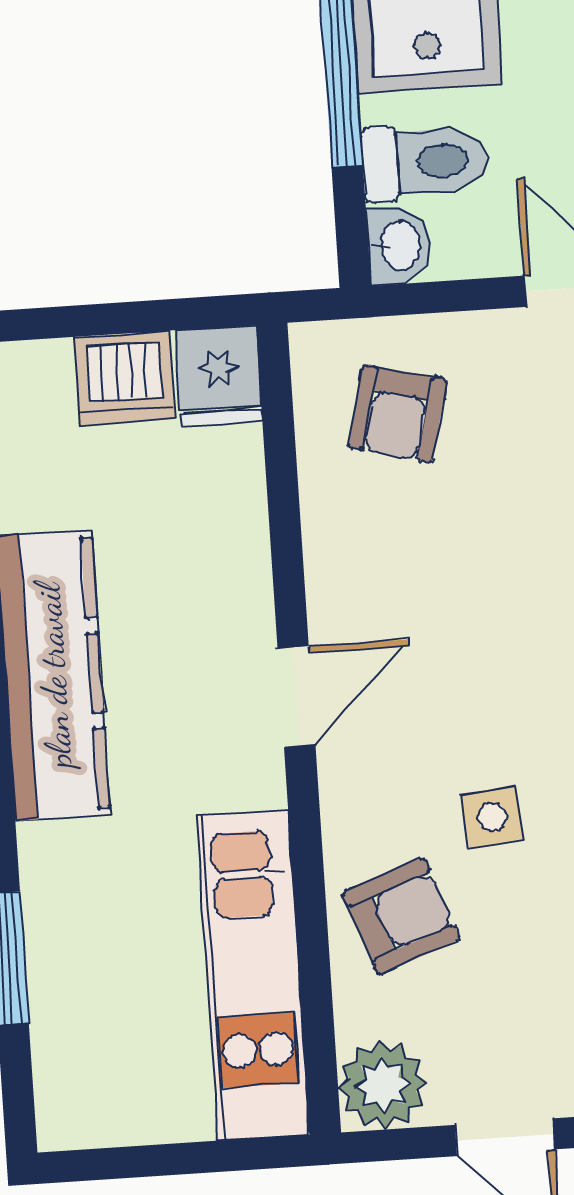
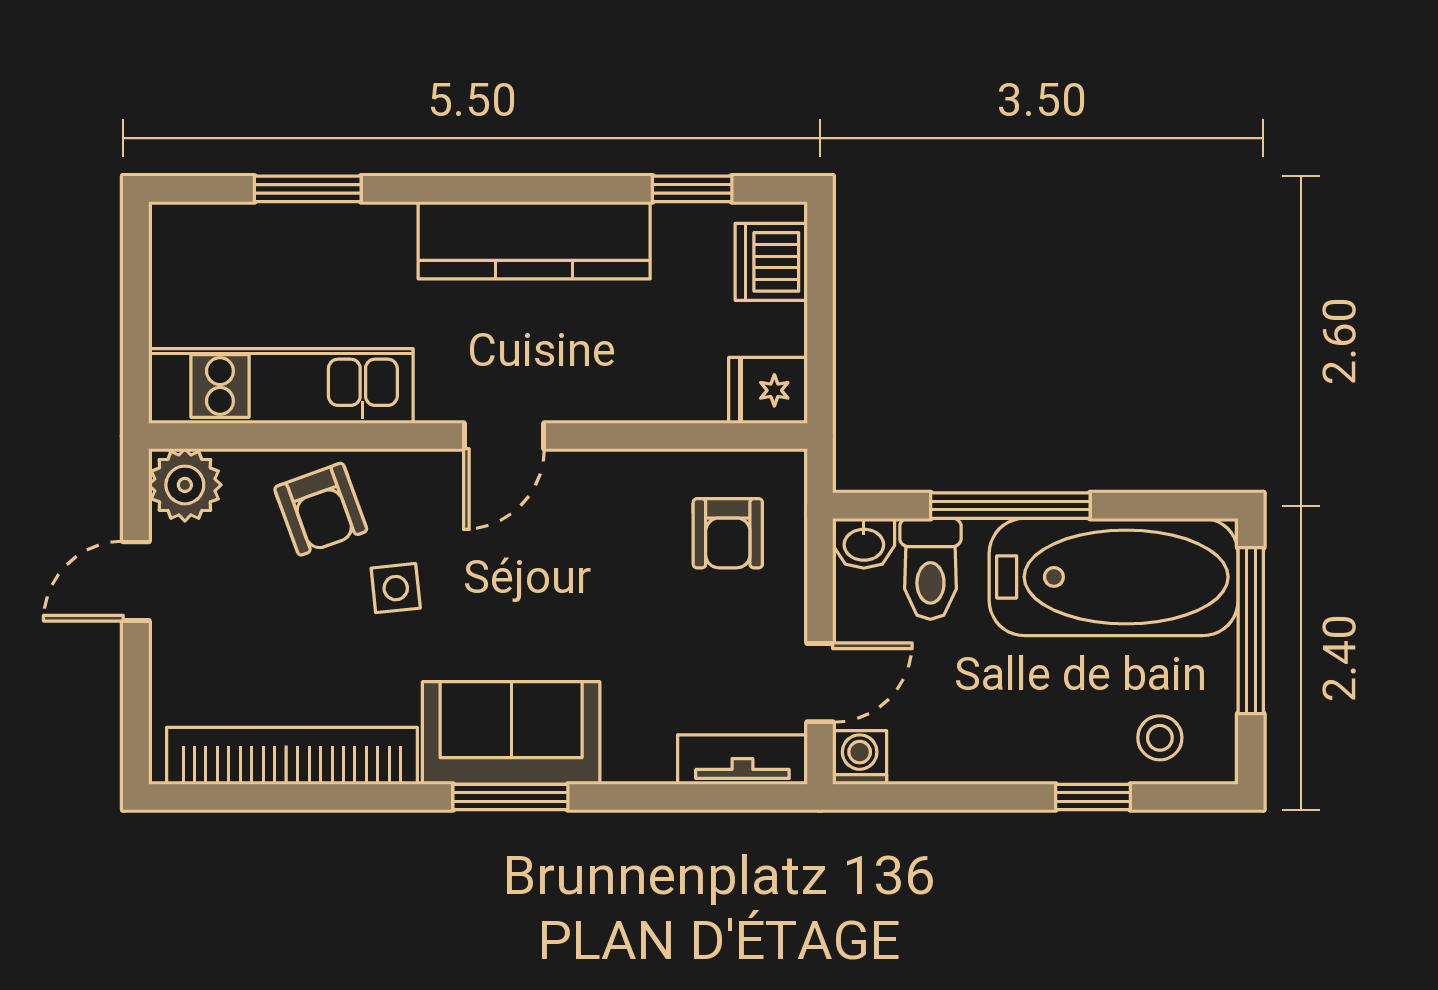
dishwasher: (124, 378) -> (771, 262), moved
armchair: (398, 414) -> (728, 533), turned -104
door: (296, 697) -> (504, 436), hinge flipped

